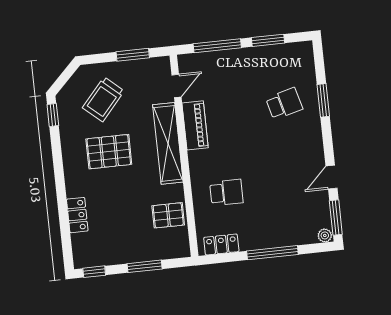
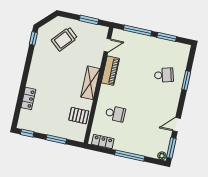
shelving: (168, 143) -> (90, 83), width x0.68
pallet: (109, 152) -> (58, 69), removed

